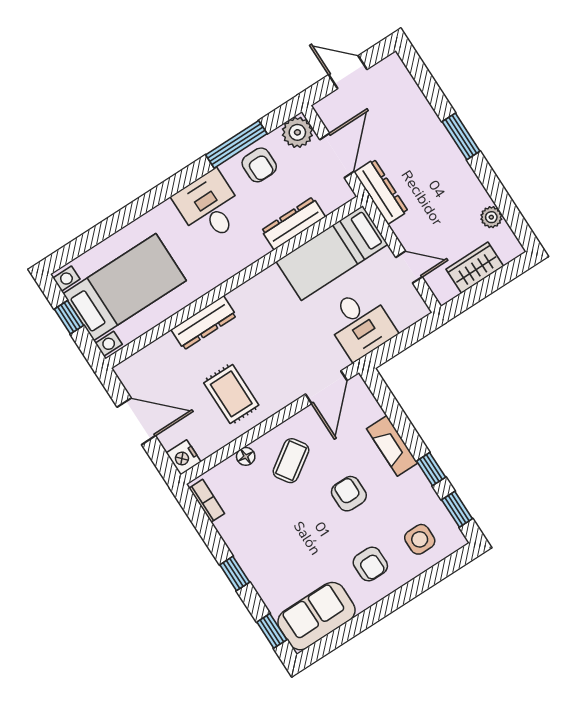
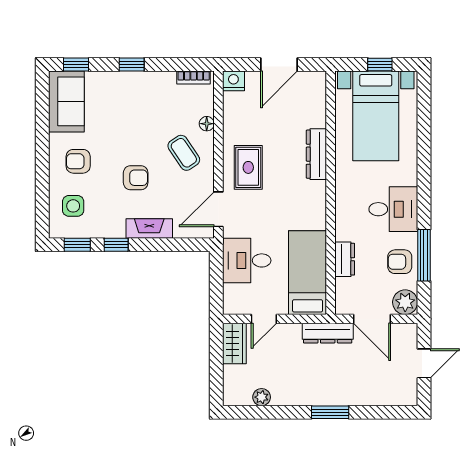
dresser: (293, 223) -> (345, 259), width x0.70
wardrobe: (475, 268) -> (234, 344), moved
door: (326, 387) -> (218, 209), hinge flipped
rug: (231, 394) -> (248, 167), moved, turned 90

